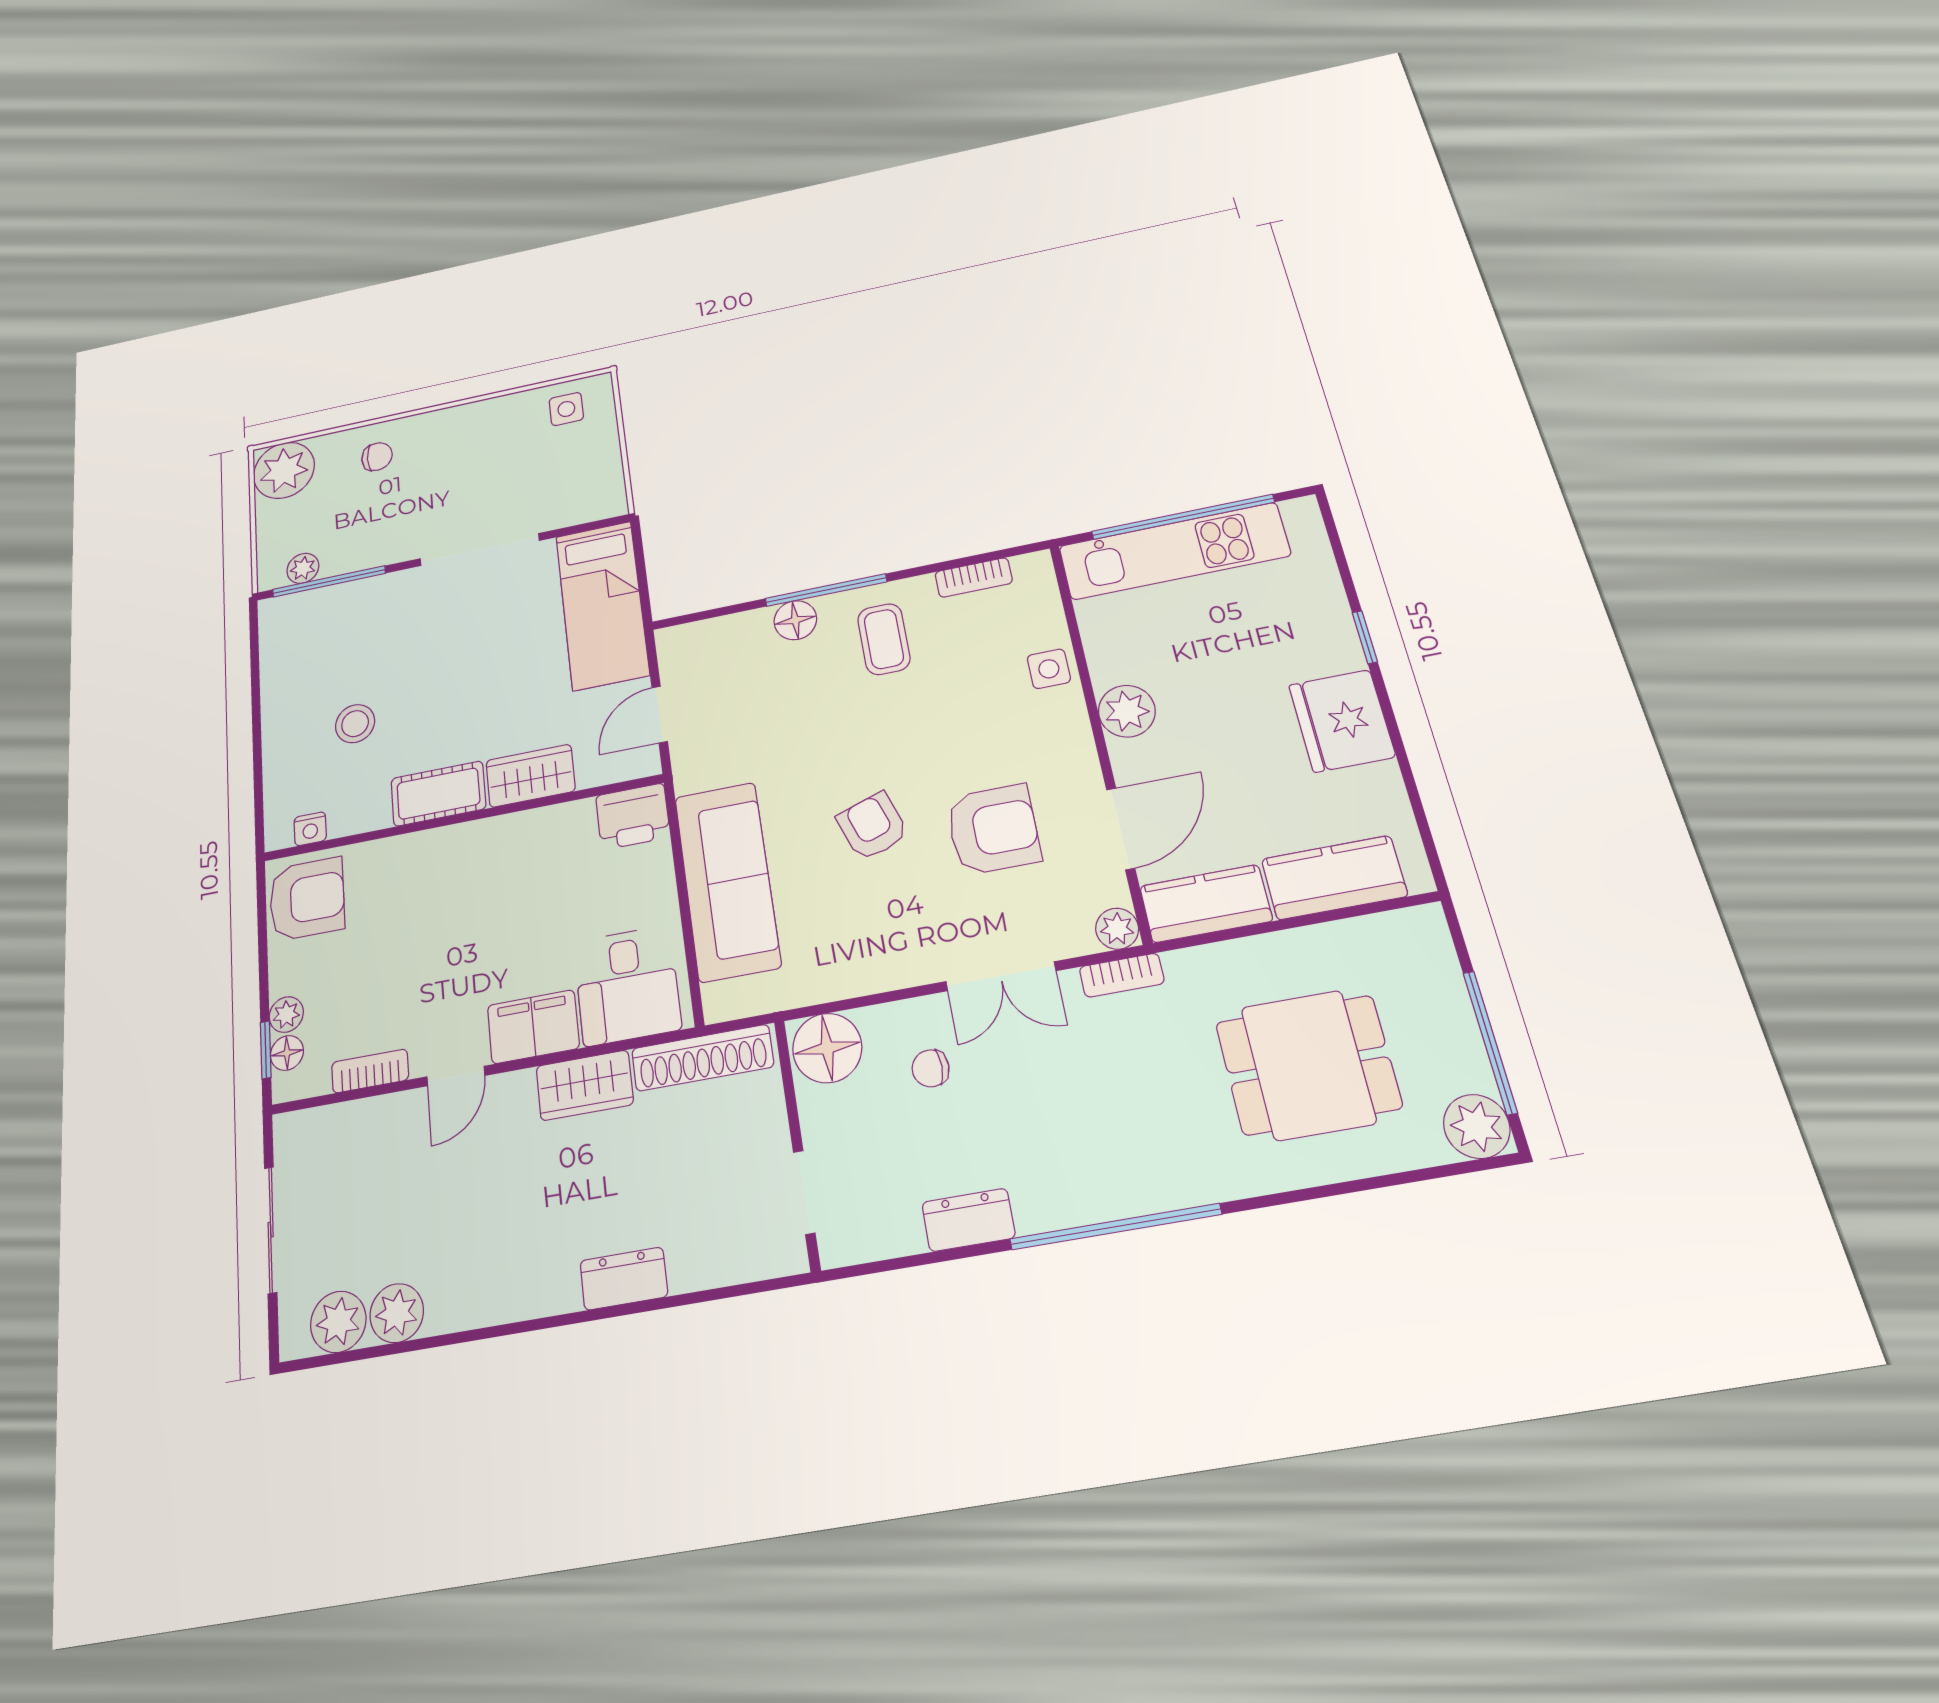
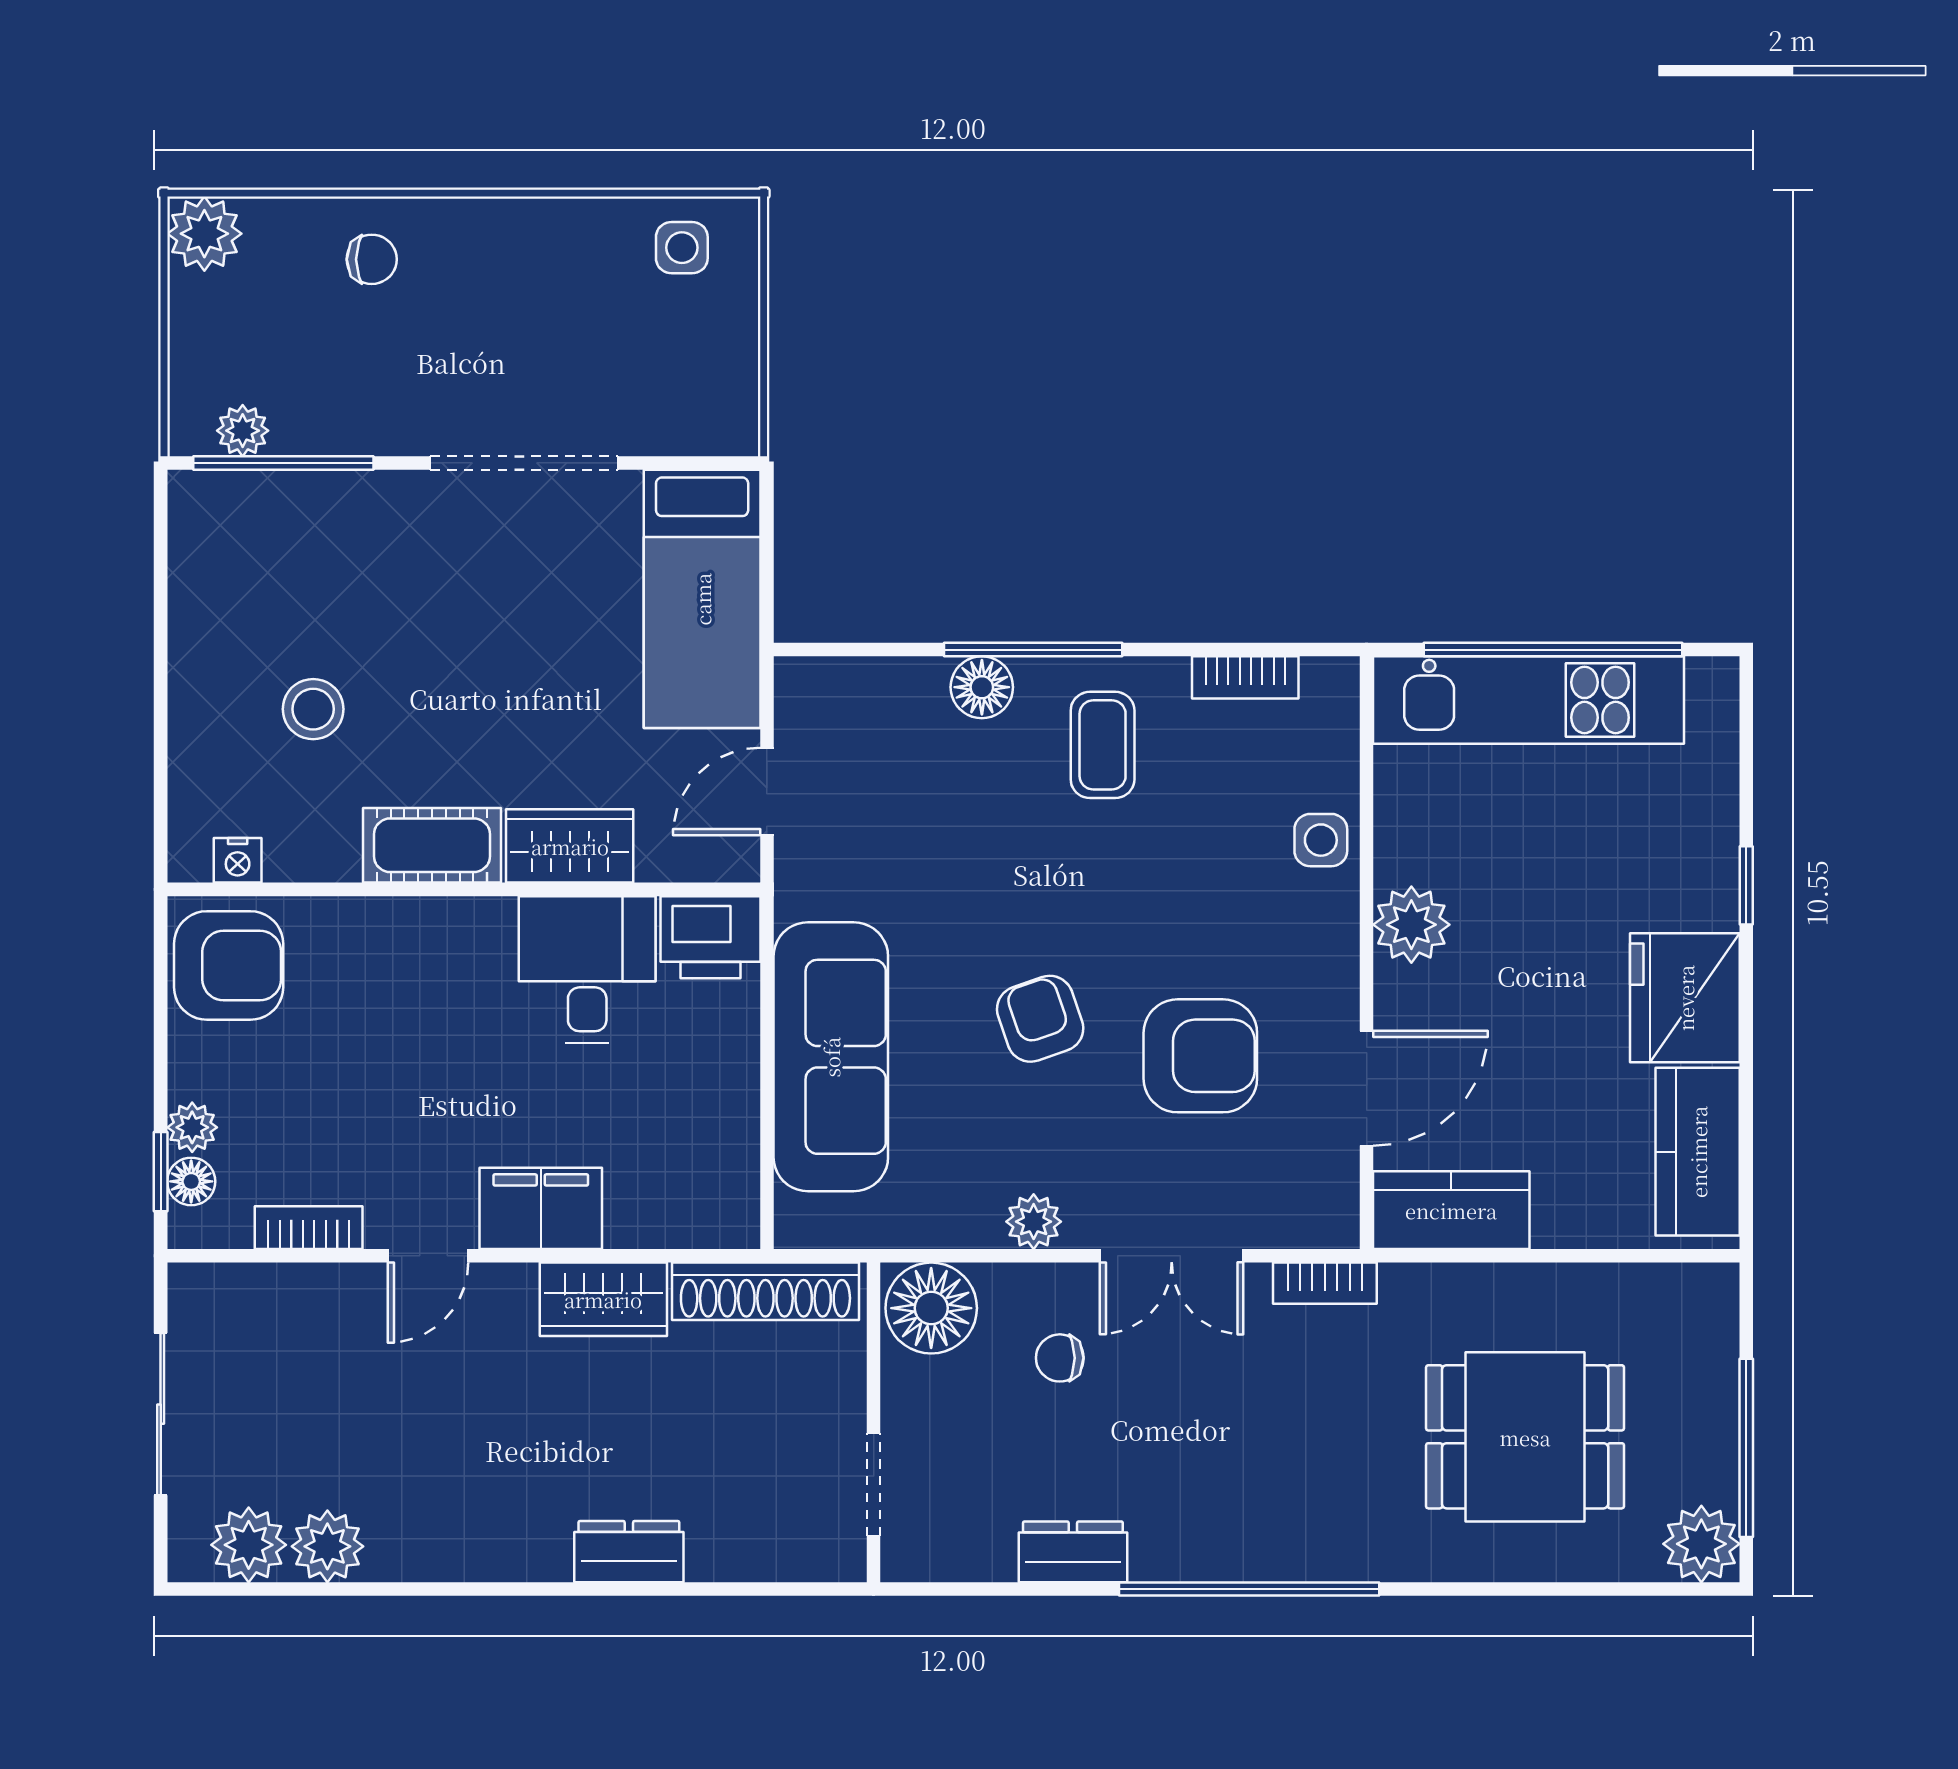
plant: (284, 470) -> (204, 234), width x0.73, depth x0.73
kitchen counter: (1334, 878) -> (1698, 1152), moved, turned -90
plant: (1117, 929) -> (1034, 1222), moved
desk: (627, 985) -> (587, 970), moved, turned 180

